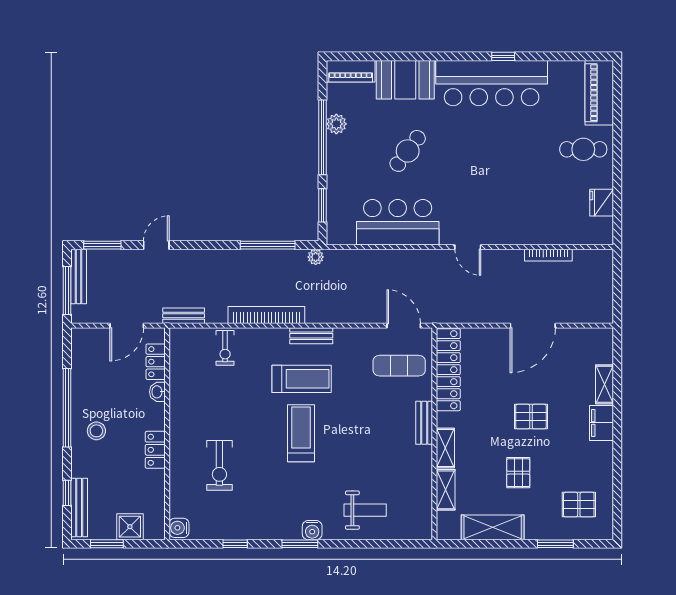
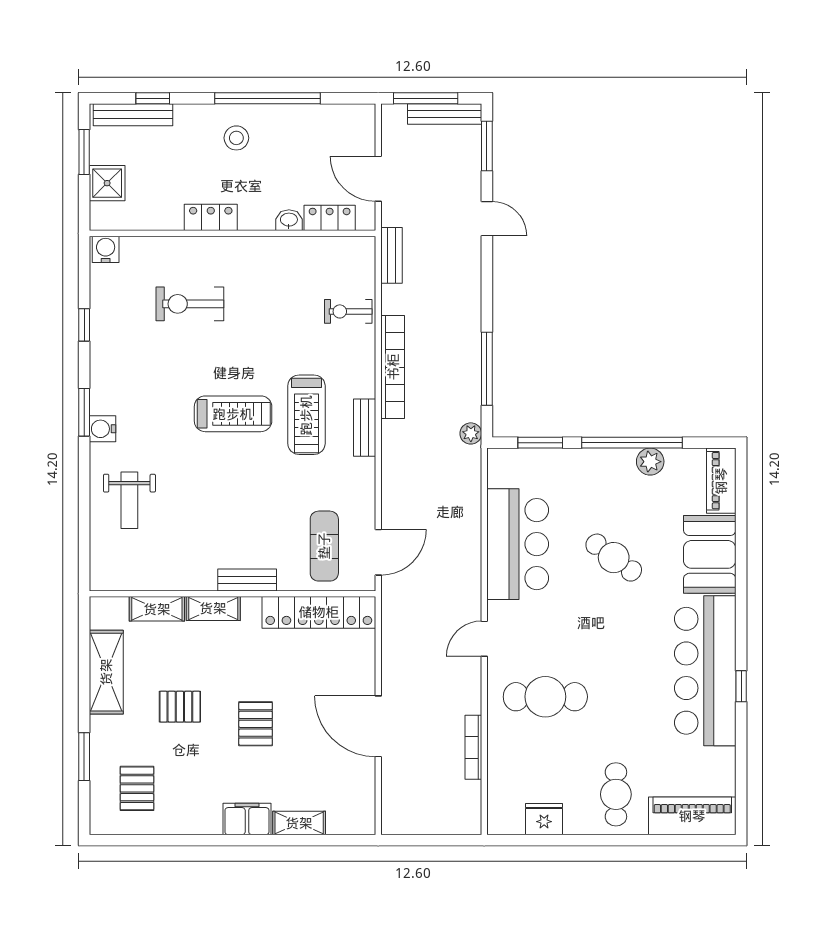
cafe table: (511, 202) -> (545, 697), added

